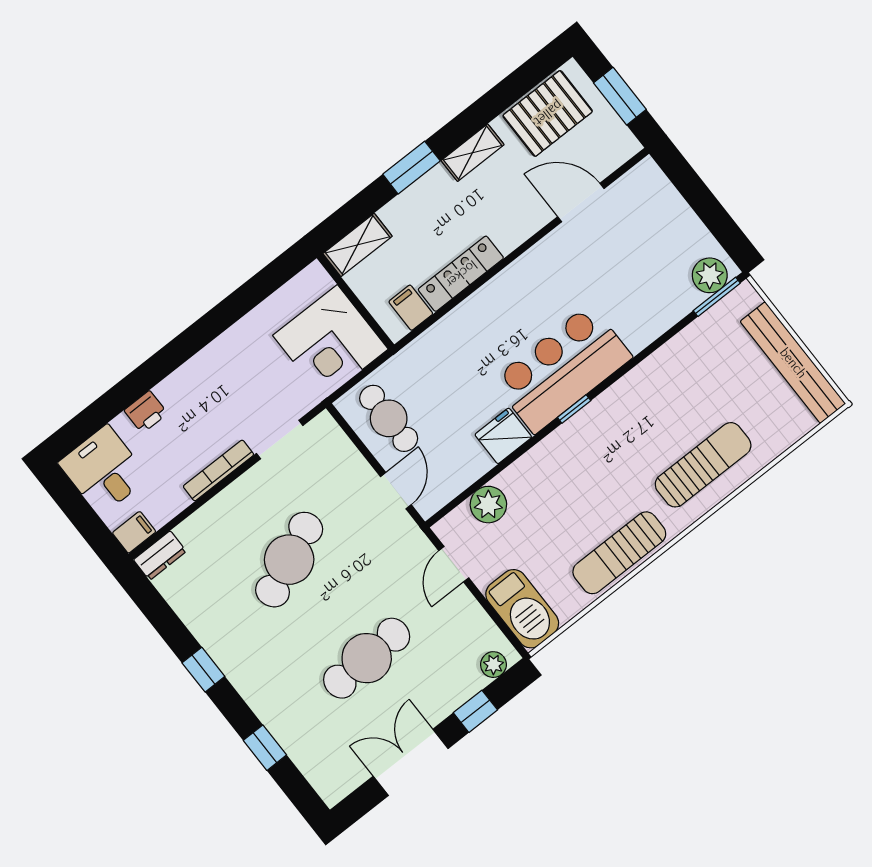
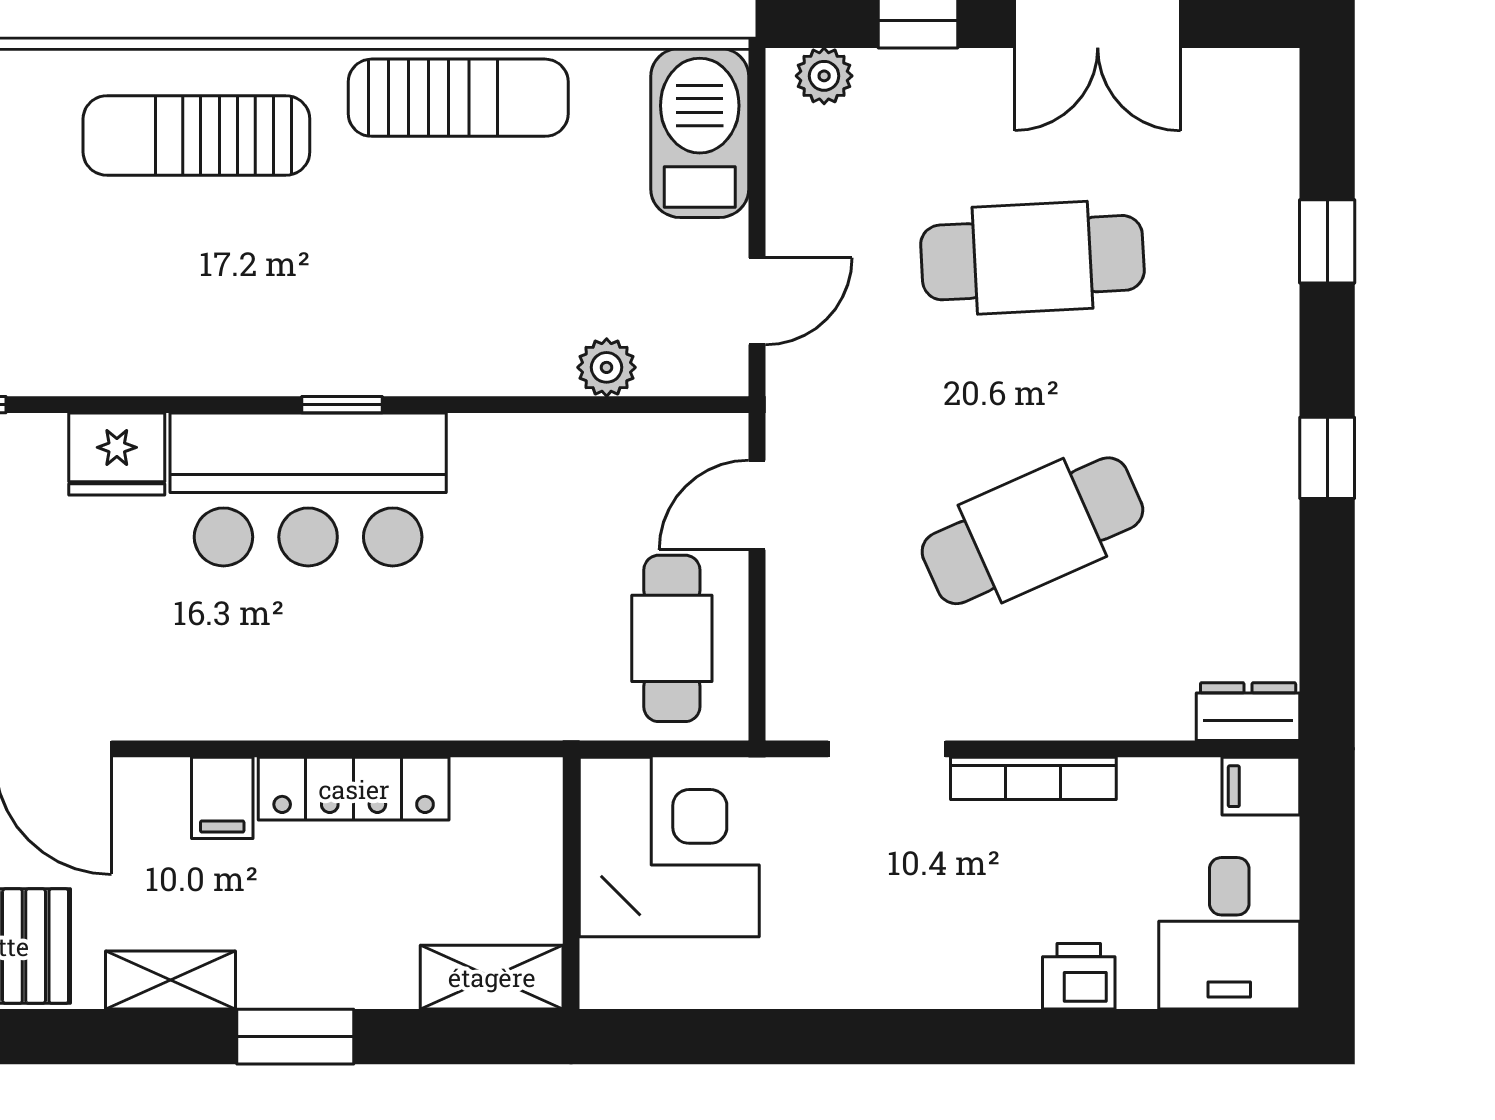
filing cabinet: (411, 308) -> (222, 798), moved
fridge: (503, 436) -> (117, 454), moved
plant: (488, 505) -> (607, 367), width x0.73, depth x0.73

